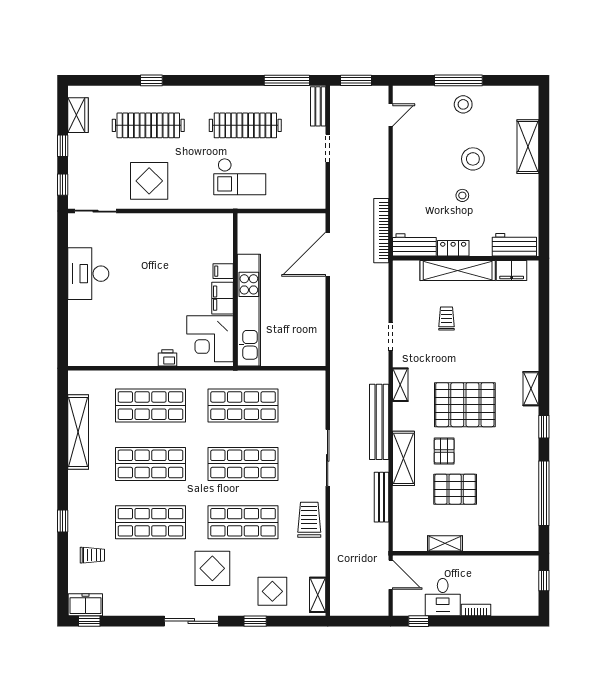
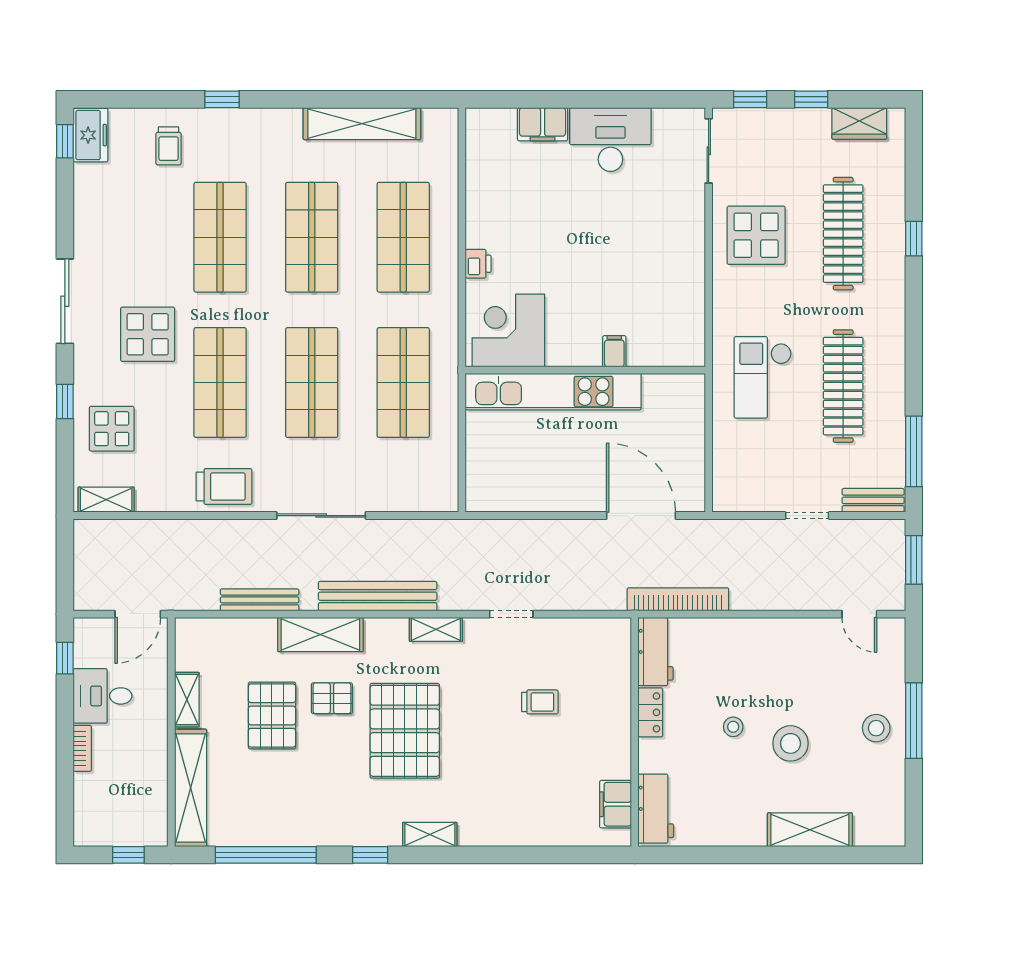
shelving: (458, 271) -> (191, 788), moved
filing cabinet: (222, 298) -> (543, 124), moved, turned 180

